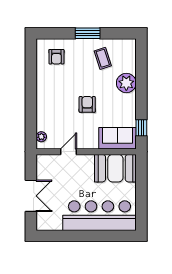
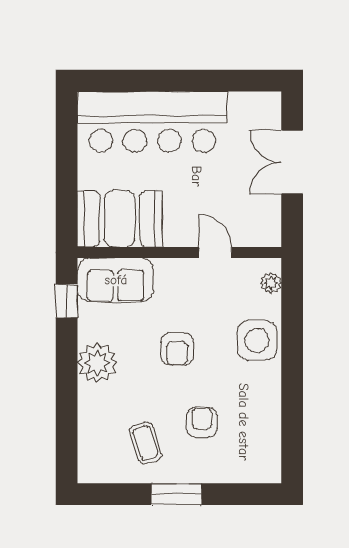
armchair: (56, 57) -> (202, 422), moved
plant: (126, 83) -> (97, 363), moved
side table: (48, 109) -> (257, 340), added
door: (69, 152) -> (215, 252), swing flipped

